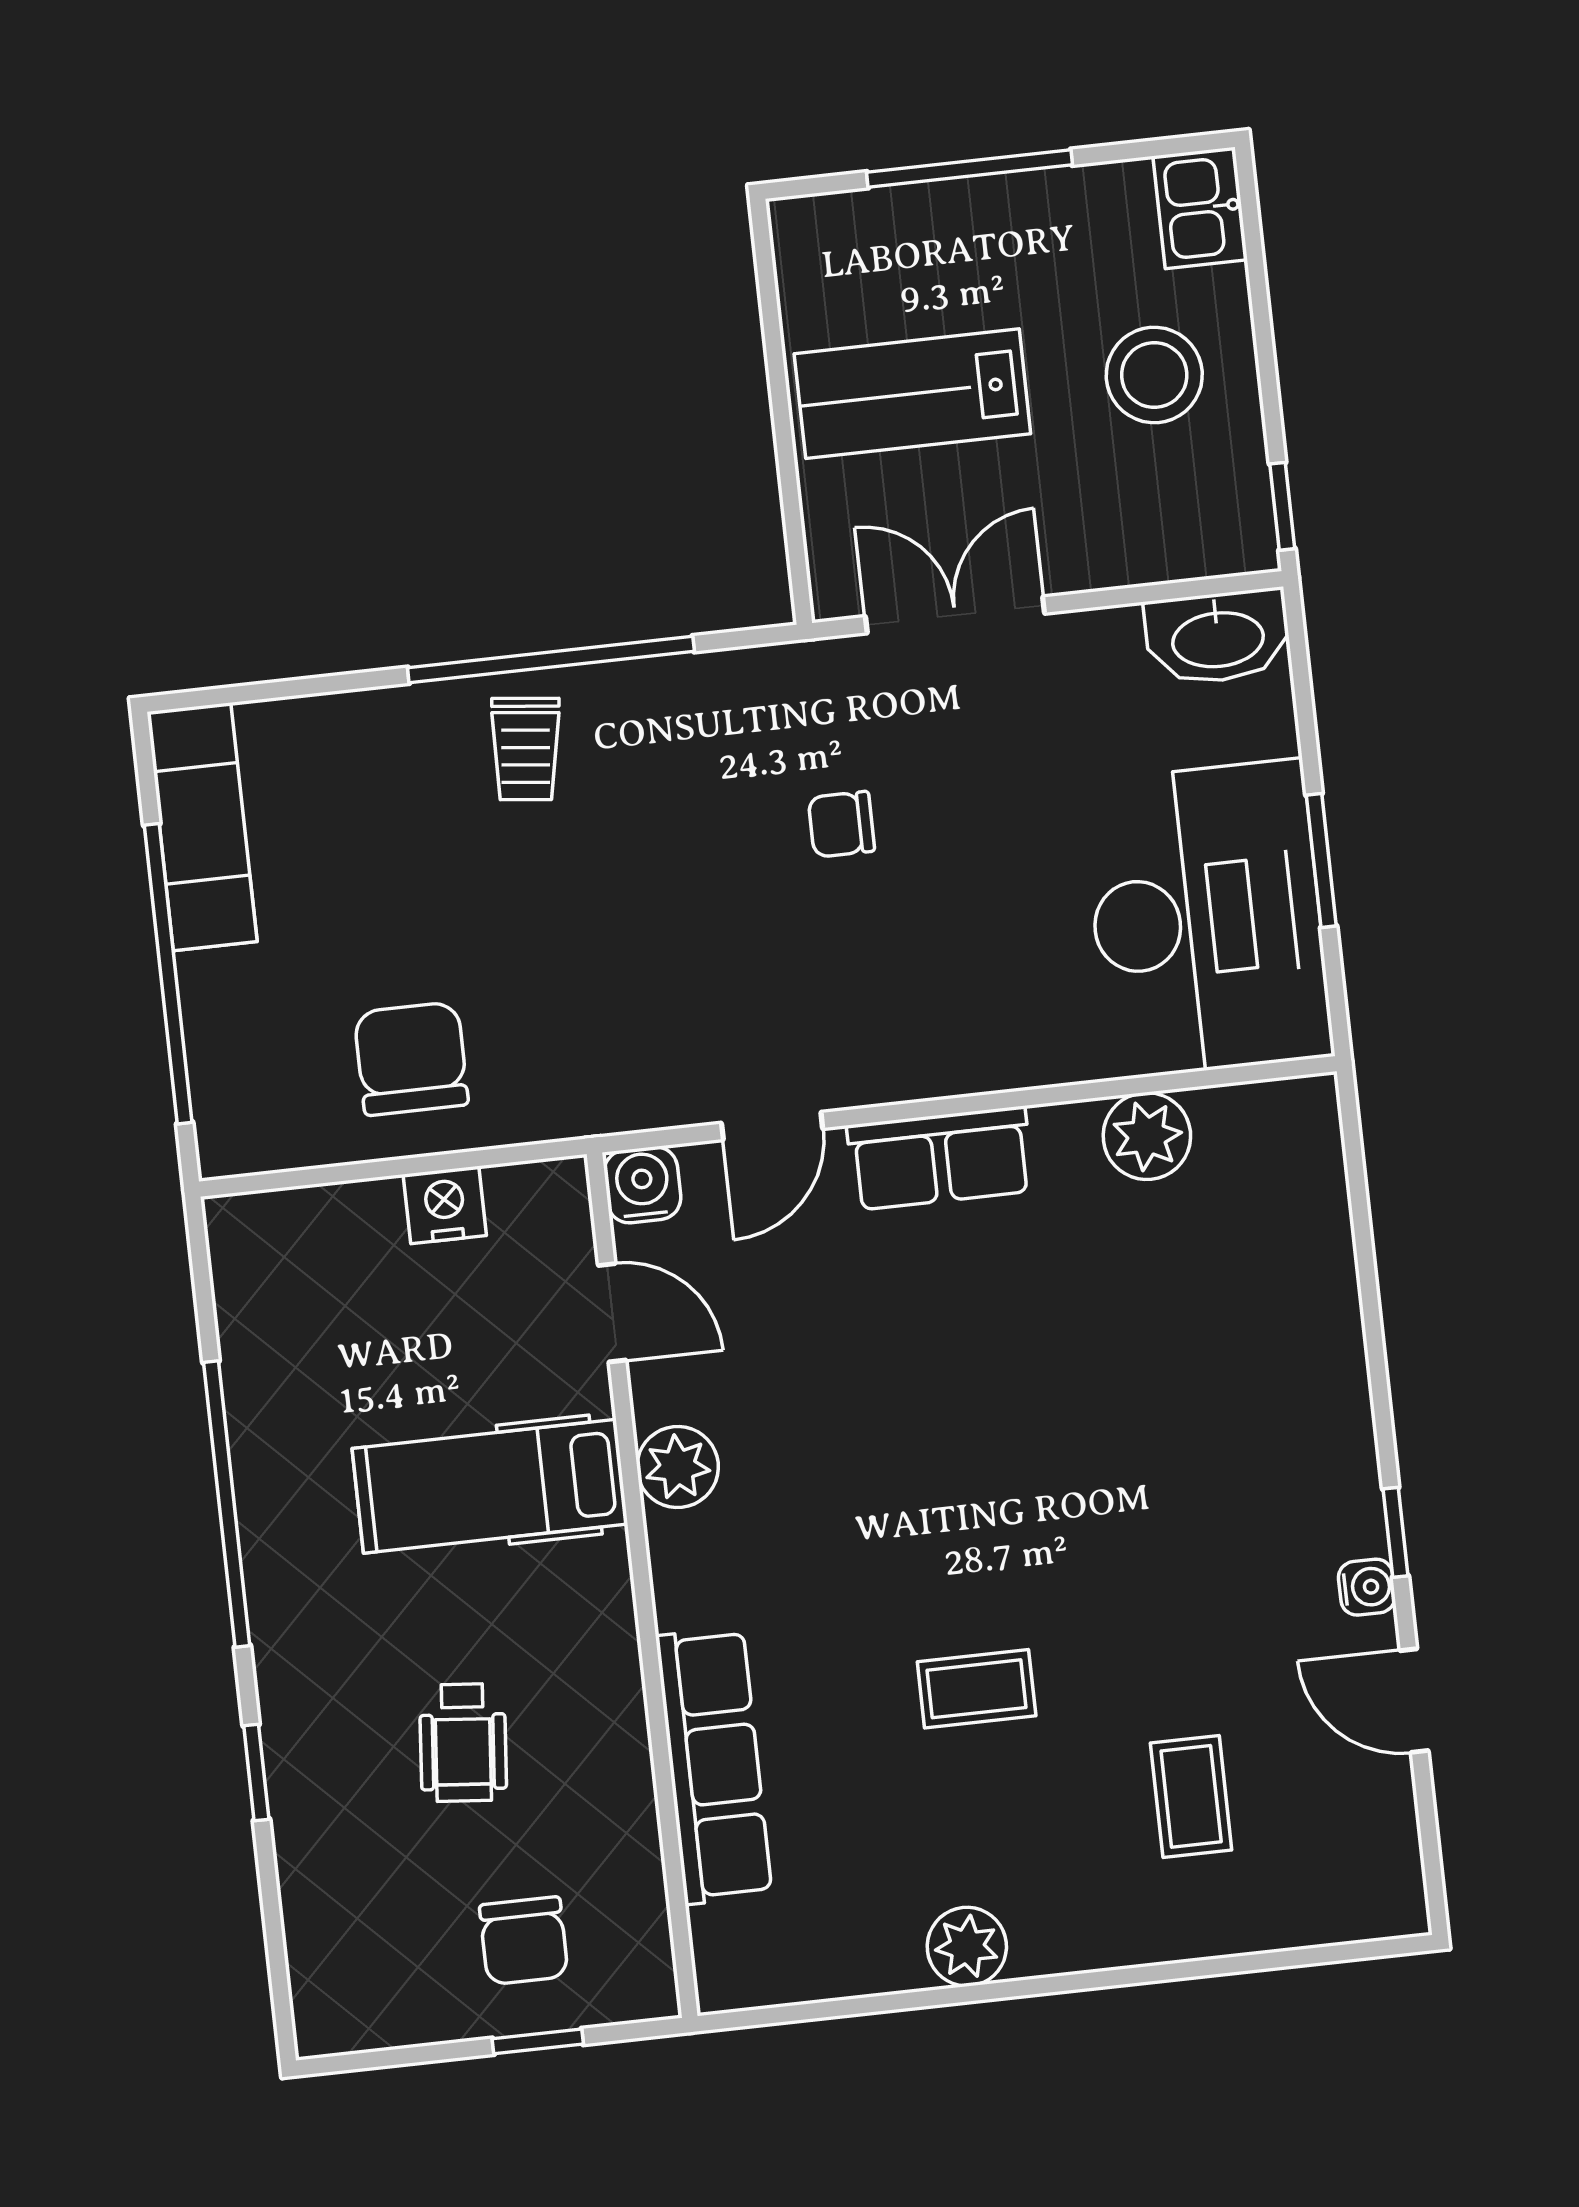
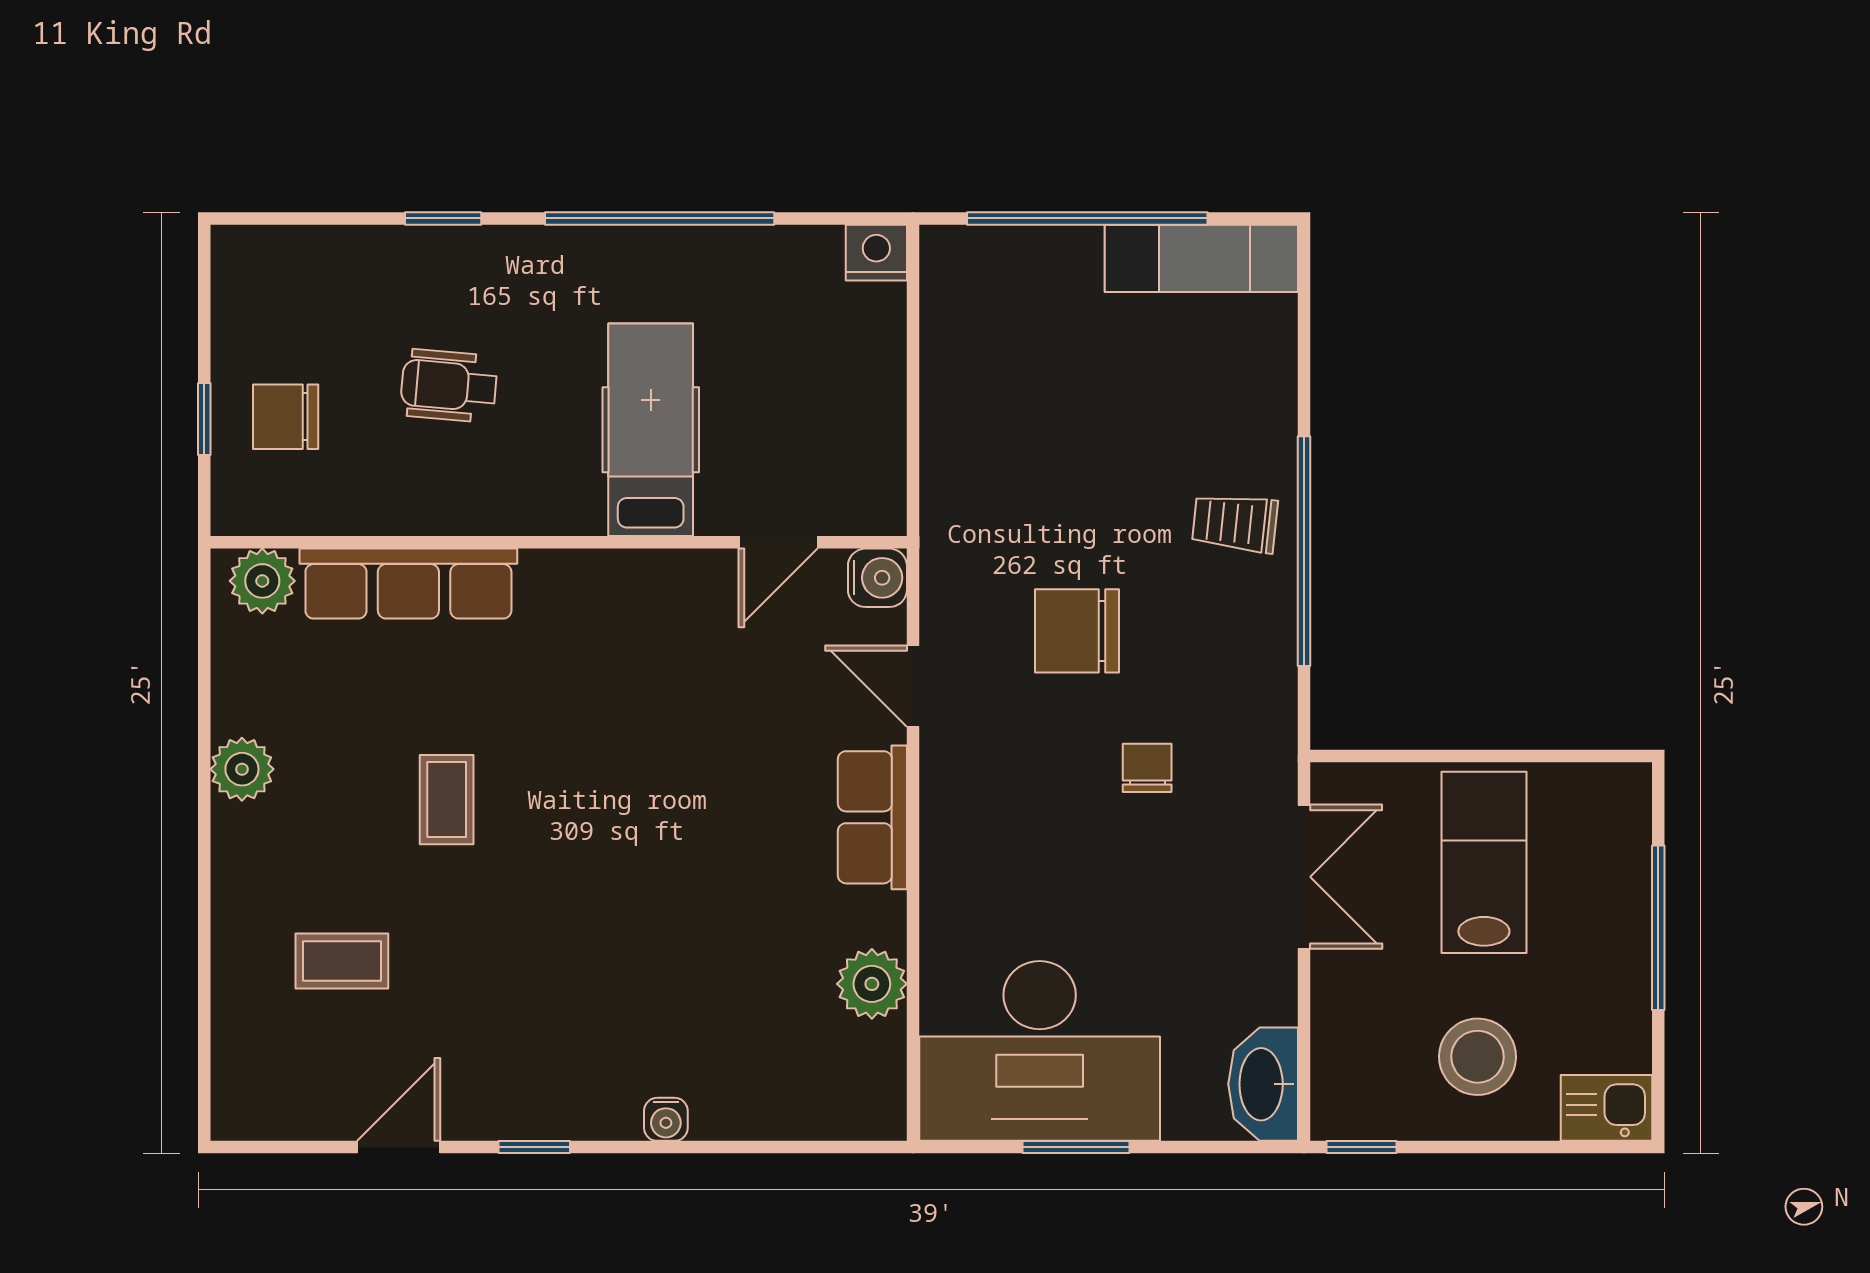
chair: (411, 1059) -> (1077, 631), moved, turned 180
nightstand: (445, 1205) -> (876, 253), moved, turned -90
plant: (678, 1467) -> (262, 581), moved
water cooler: (1367, 1587) -> (666, 1119), moved

